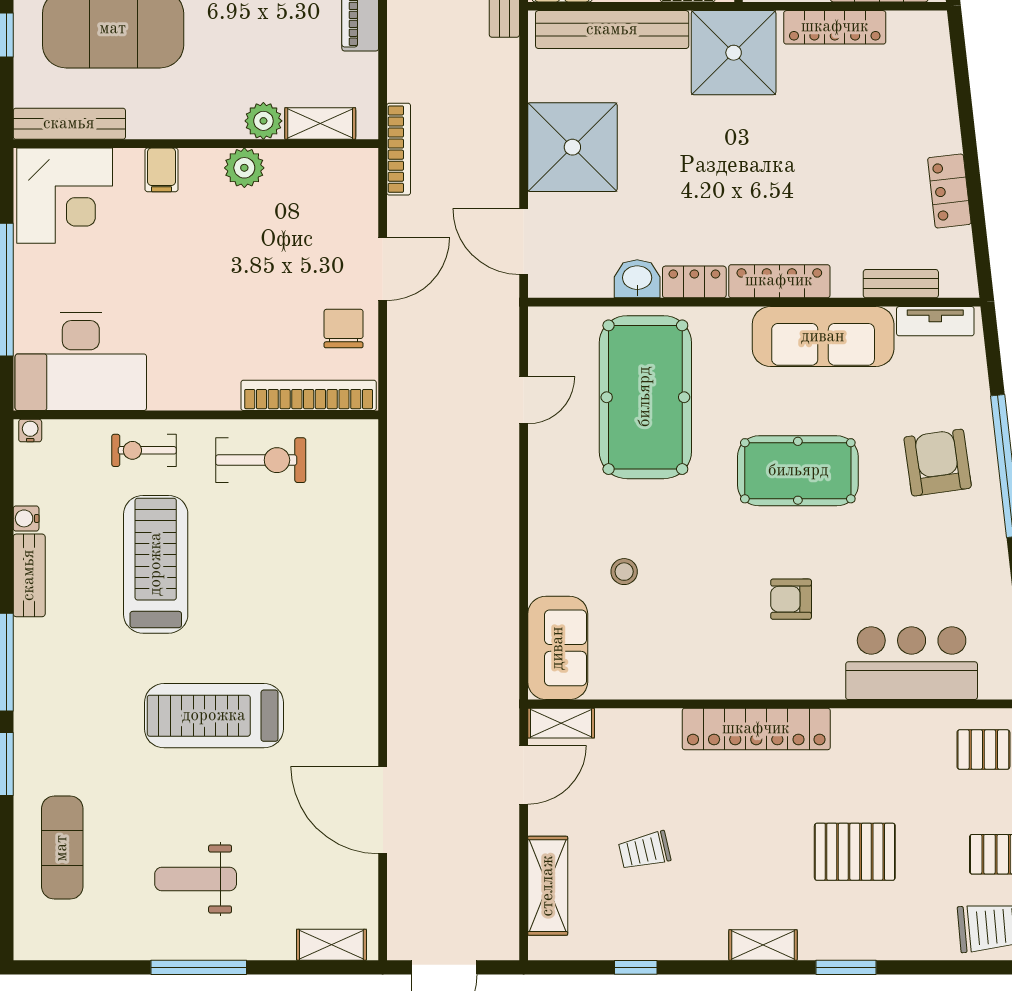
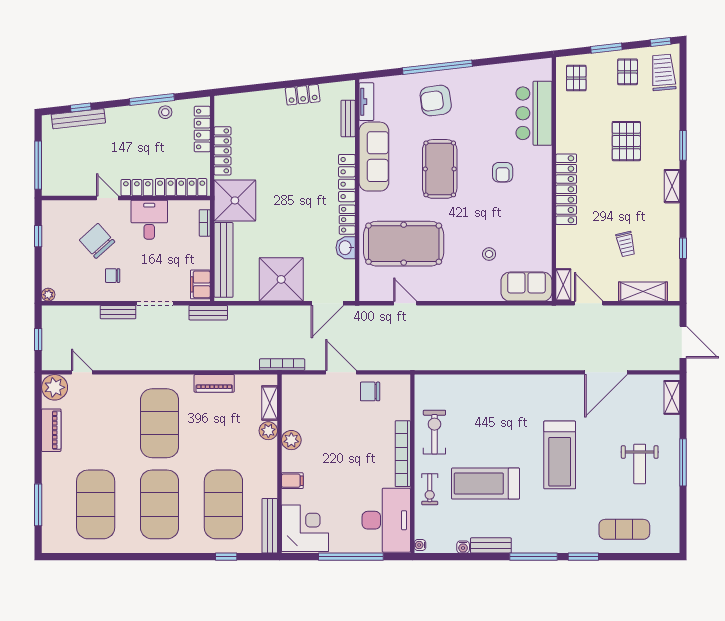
bookcase: (309, 395) -> (403, 454), moved

